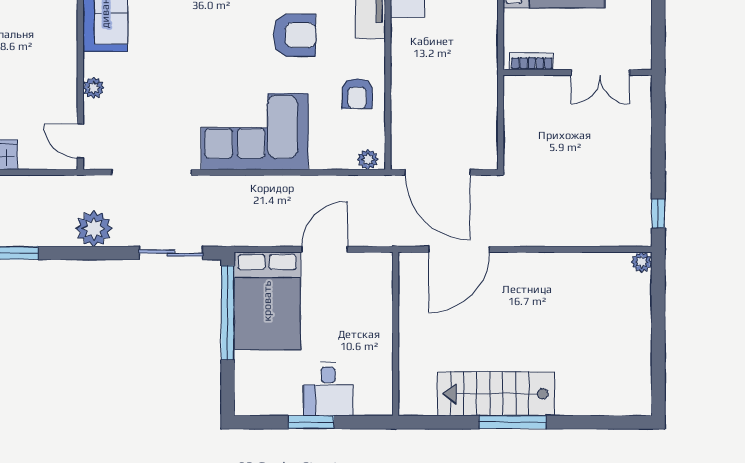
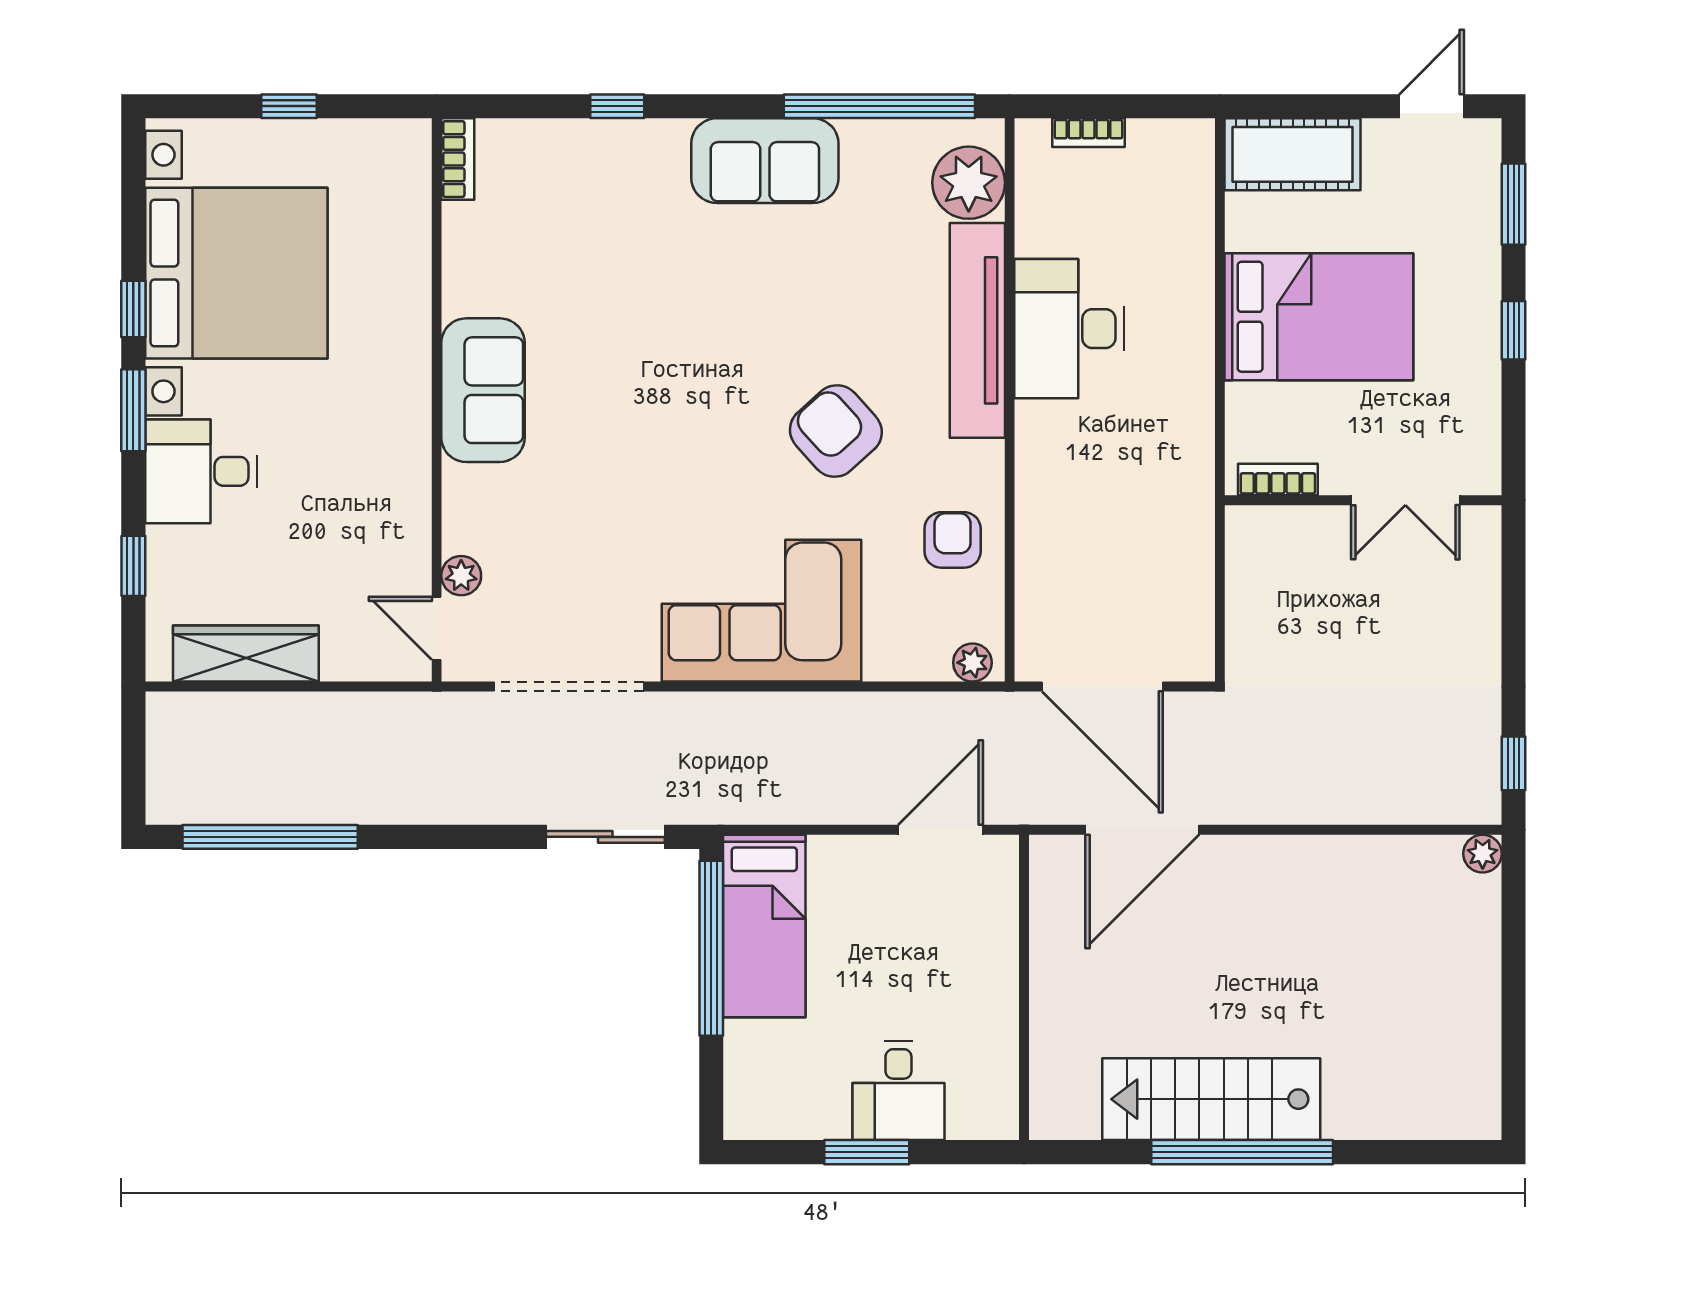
armchair: (295, 35) -> (836, 431), turned -132
plant: (94, 88) -> (461, 576), moved
armchair: (357, 94) -> (953, 540), turned 180
plant: (94, 229) -> (462, 791), removed
door: (325, 249) -> (941, 830), moved
bed: (267, 301) -> (764, 926), width x0.67
window: (513, 422) -> (1242, 1152), width x1.46

